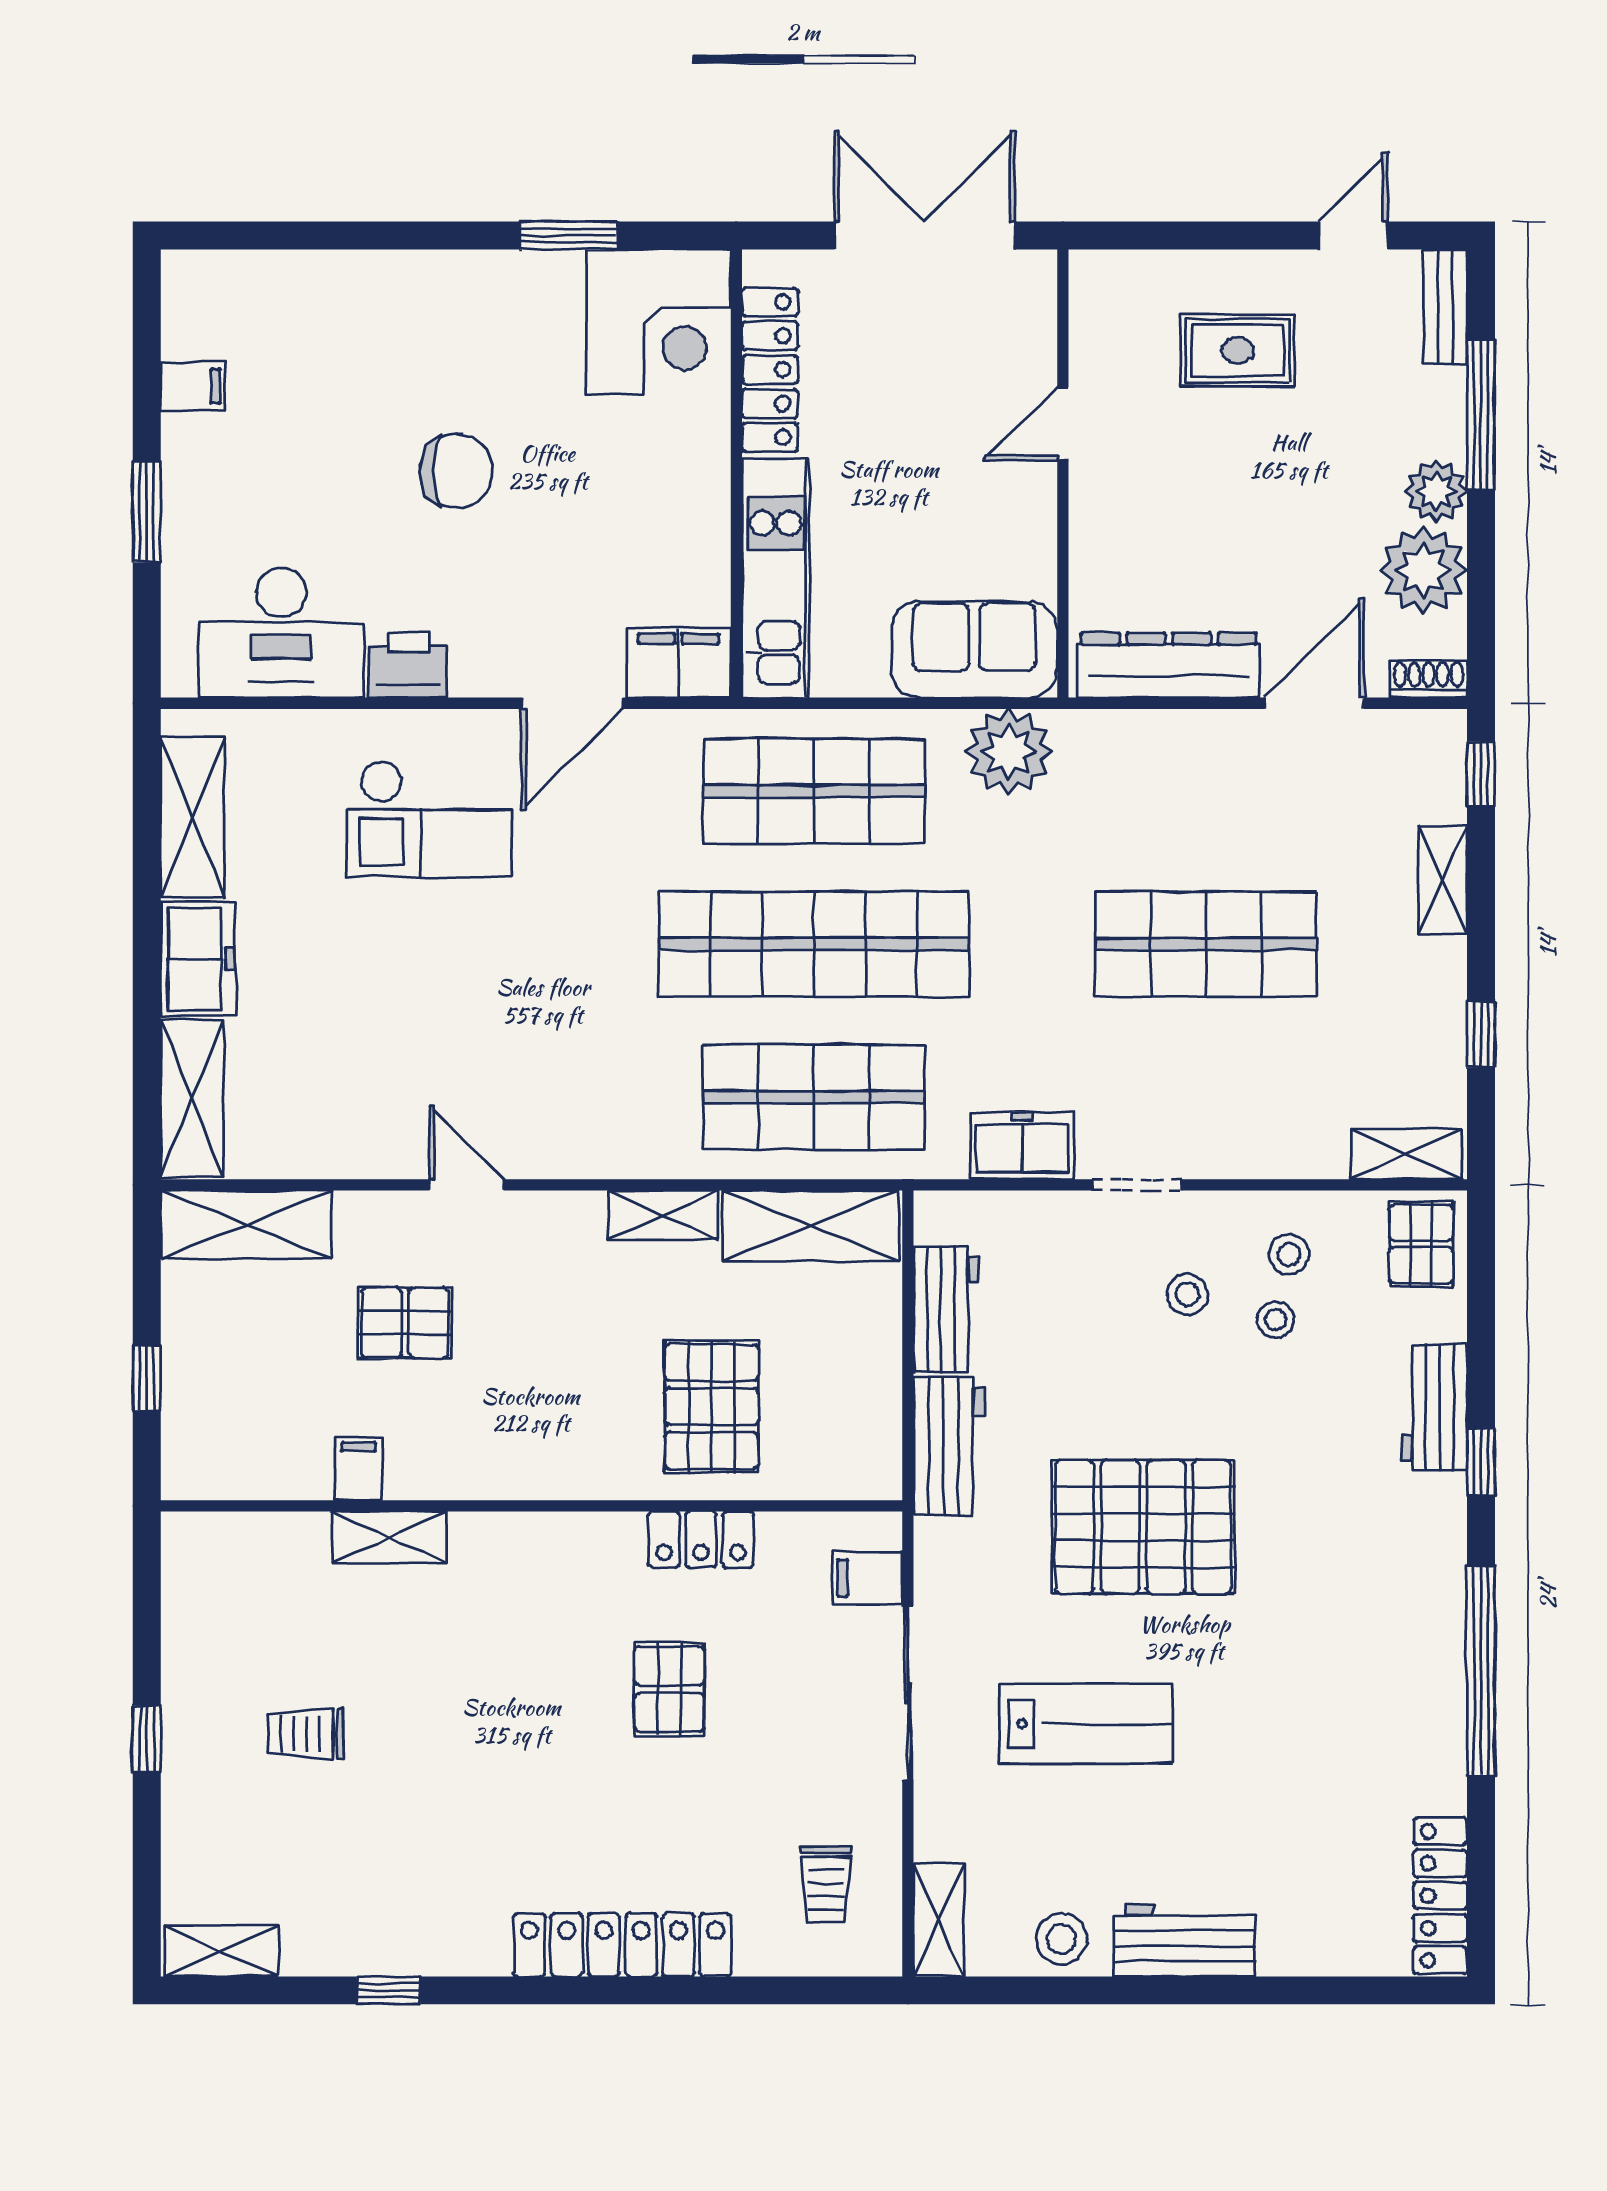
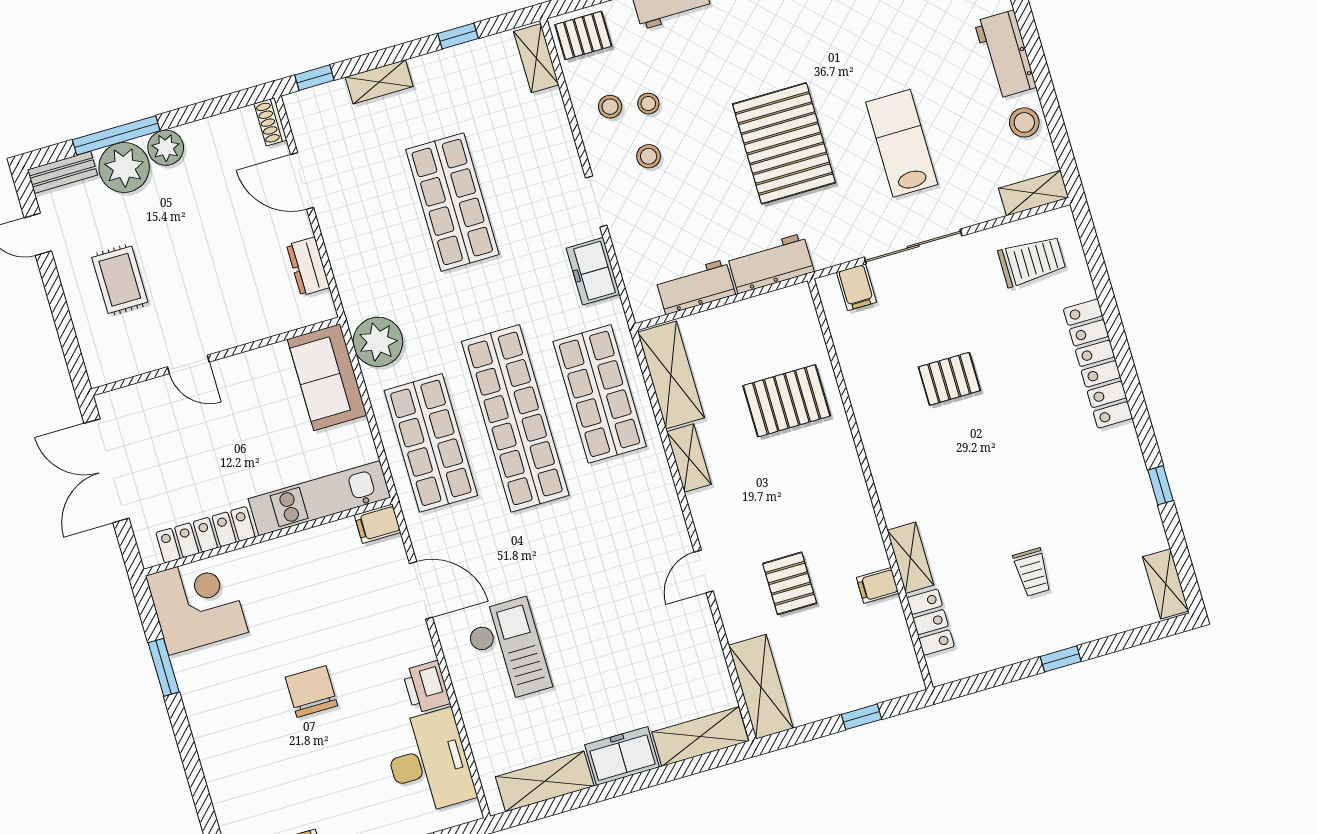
plant: (1423, 570) -> (124, 167), moved
filing cabinet: (679, 663) -> (378, 524), width x0.50
dresser: (1169, 665) -> (308, 266), width x0.51, depth x0.80
locker: (701, 1540) -> (931, 622), moved
trolley: (826, 1884) -> (1032, 261), width x1.36, depth x1.39

